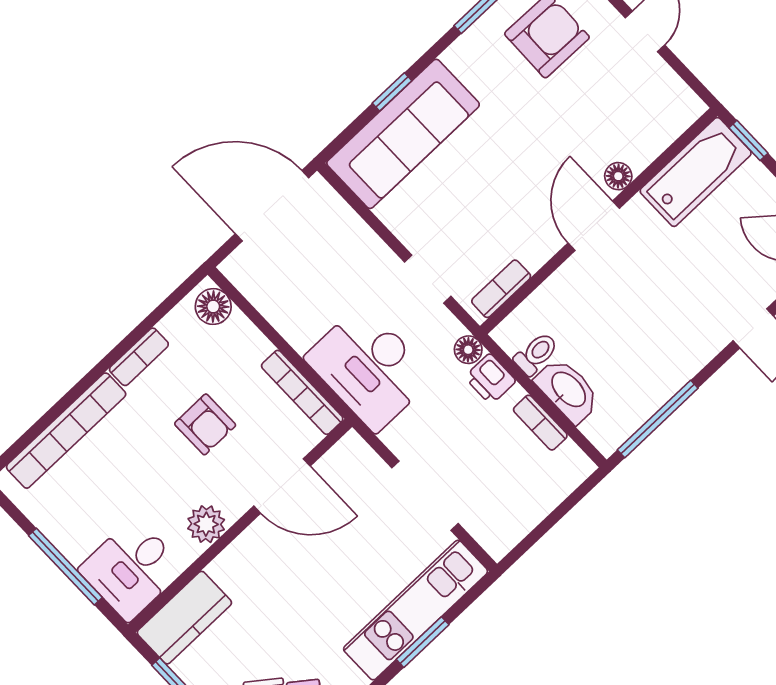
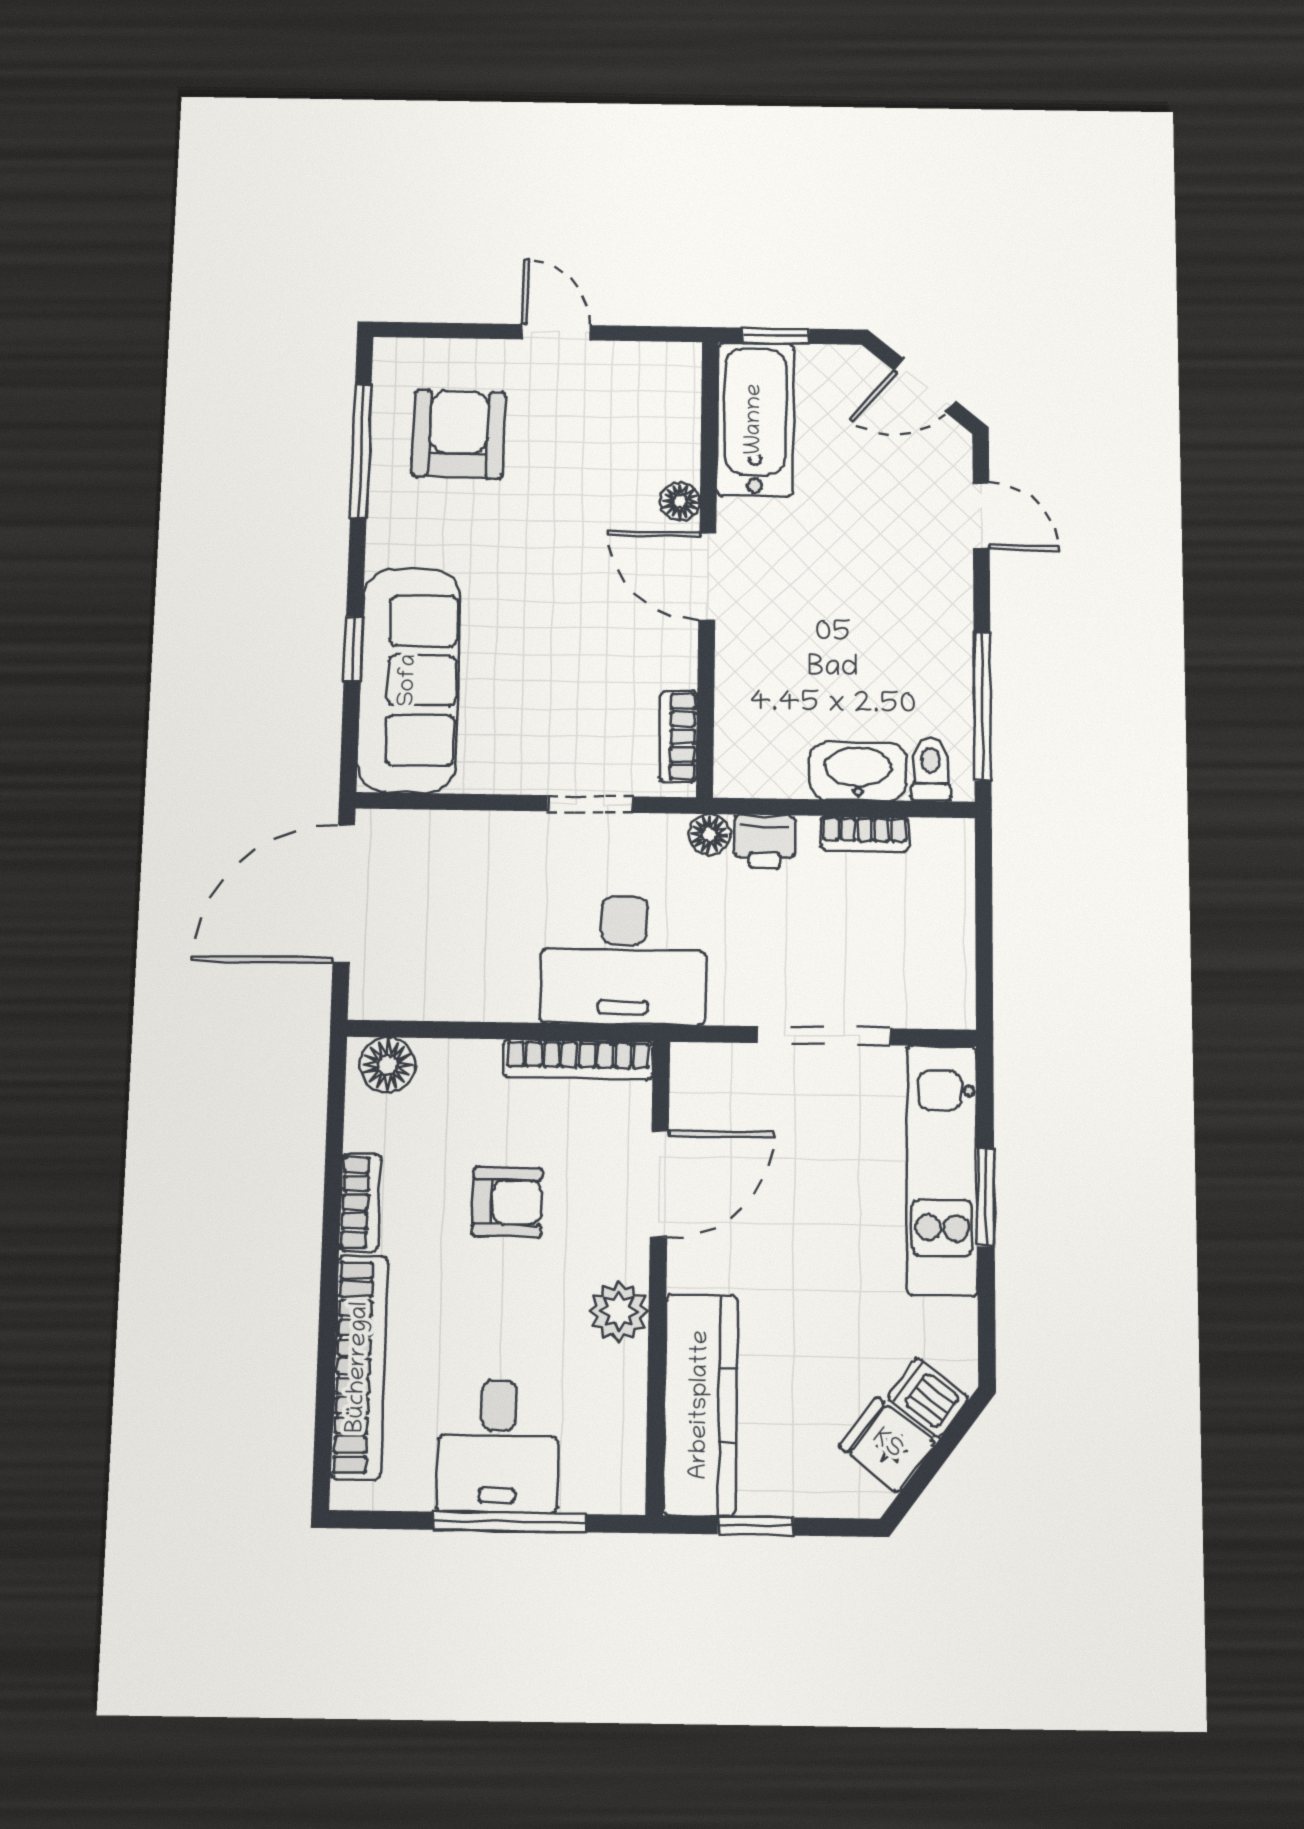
toilet: (536, 354) -> (931, 769), moved
desk: (132, 569) -> (498, 1446), moved
kitchen counter: (184, 618) -> (701, 1405), width x1.50

